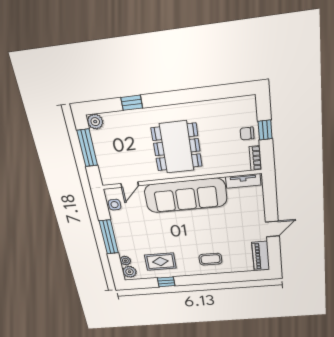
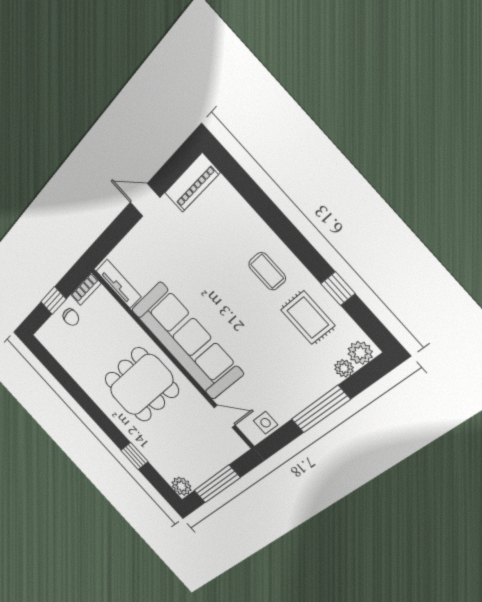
coffee table: (210, 259) -> (267, 271), moved

